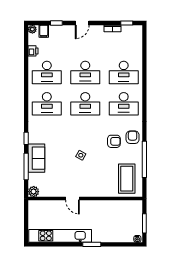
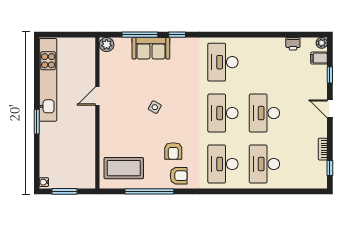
desk: (47, 72) -> (264, 62), removed

